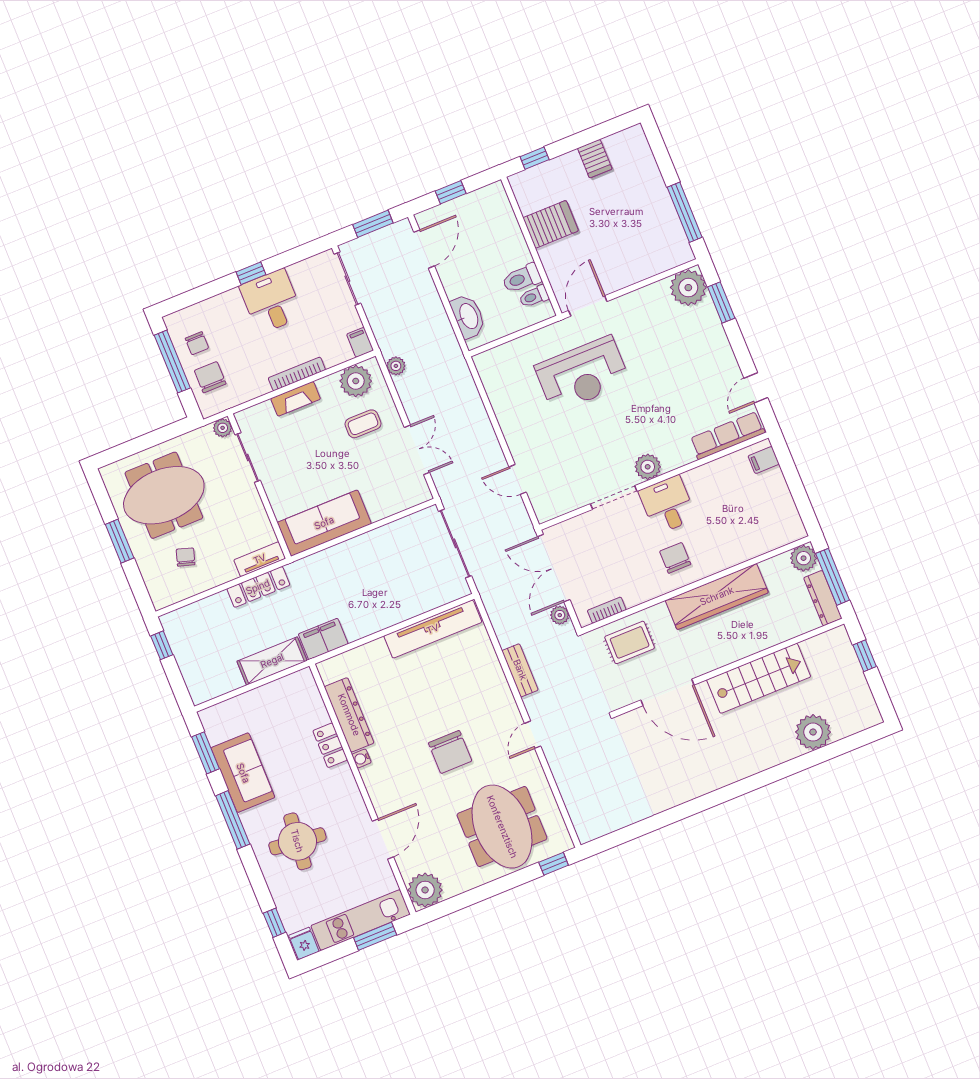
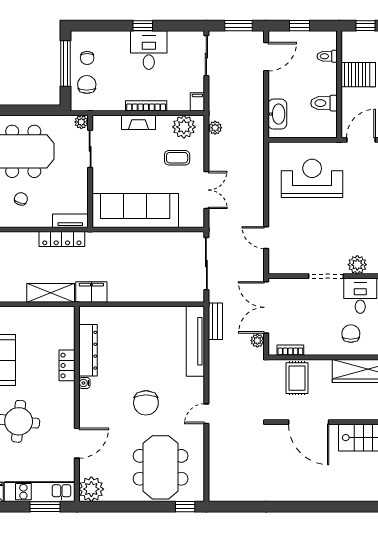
toilet: (534, 296) -> (327, 56), moved
reception desk: (582, 374) -> (312, 178), moved, turned 180
sofa: (324, 523) -> (135, 210), width x1.36, depth x1.27
tv unit: (433, 629) -> (195, 341), moved, turned 90
rug: (630, 642) -> (297, 378), turned 90
bench: (520, 670) -> (215, 321), moved

